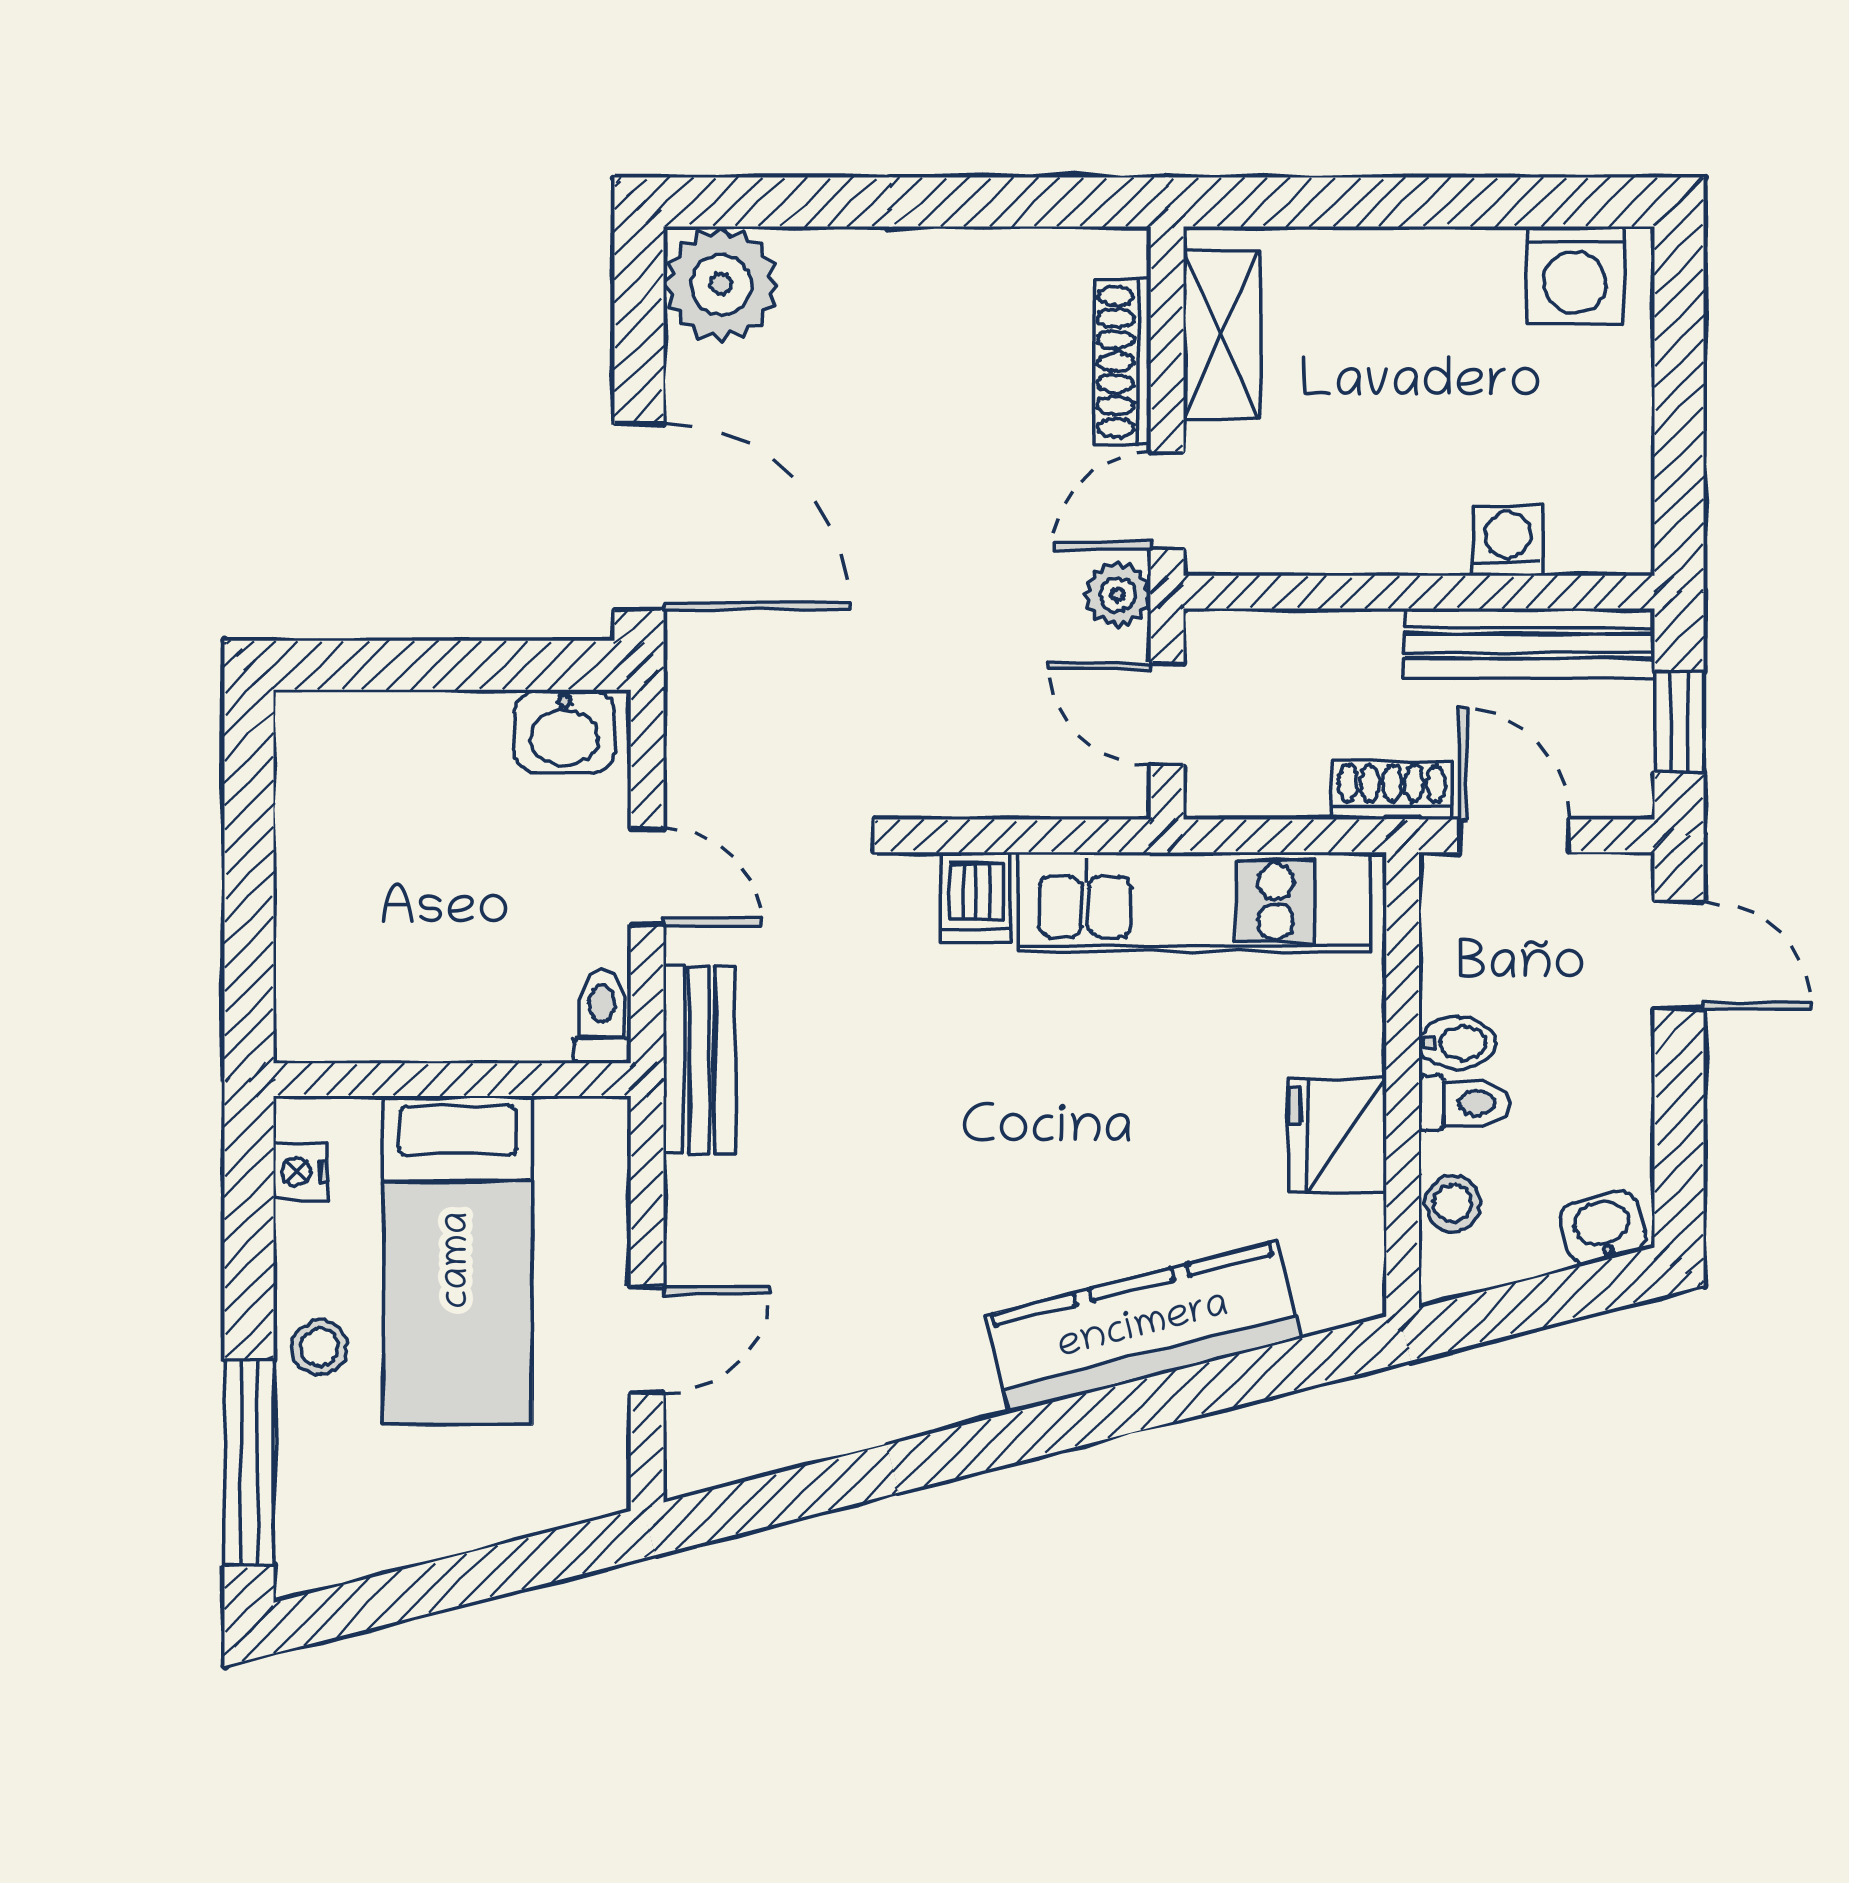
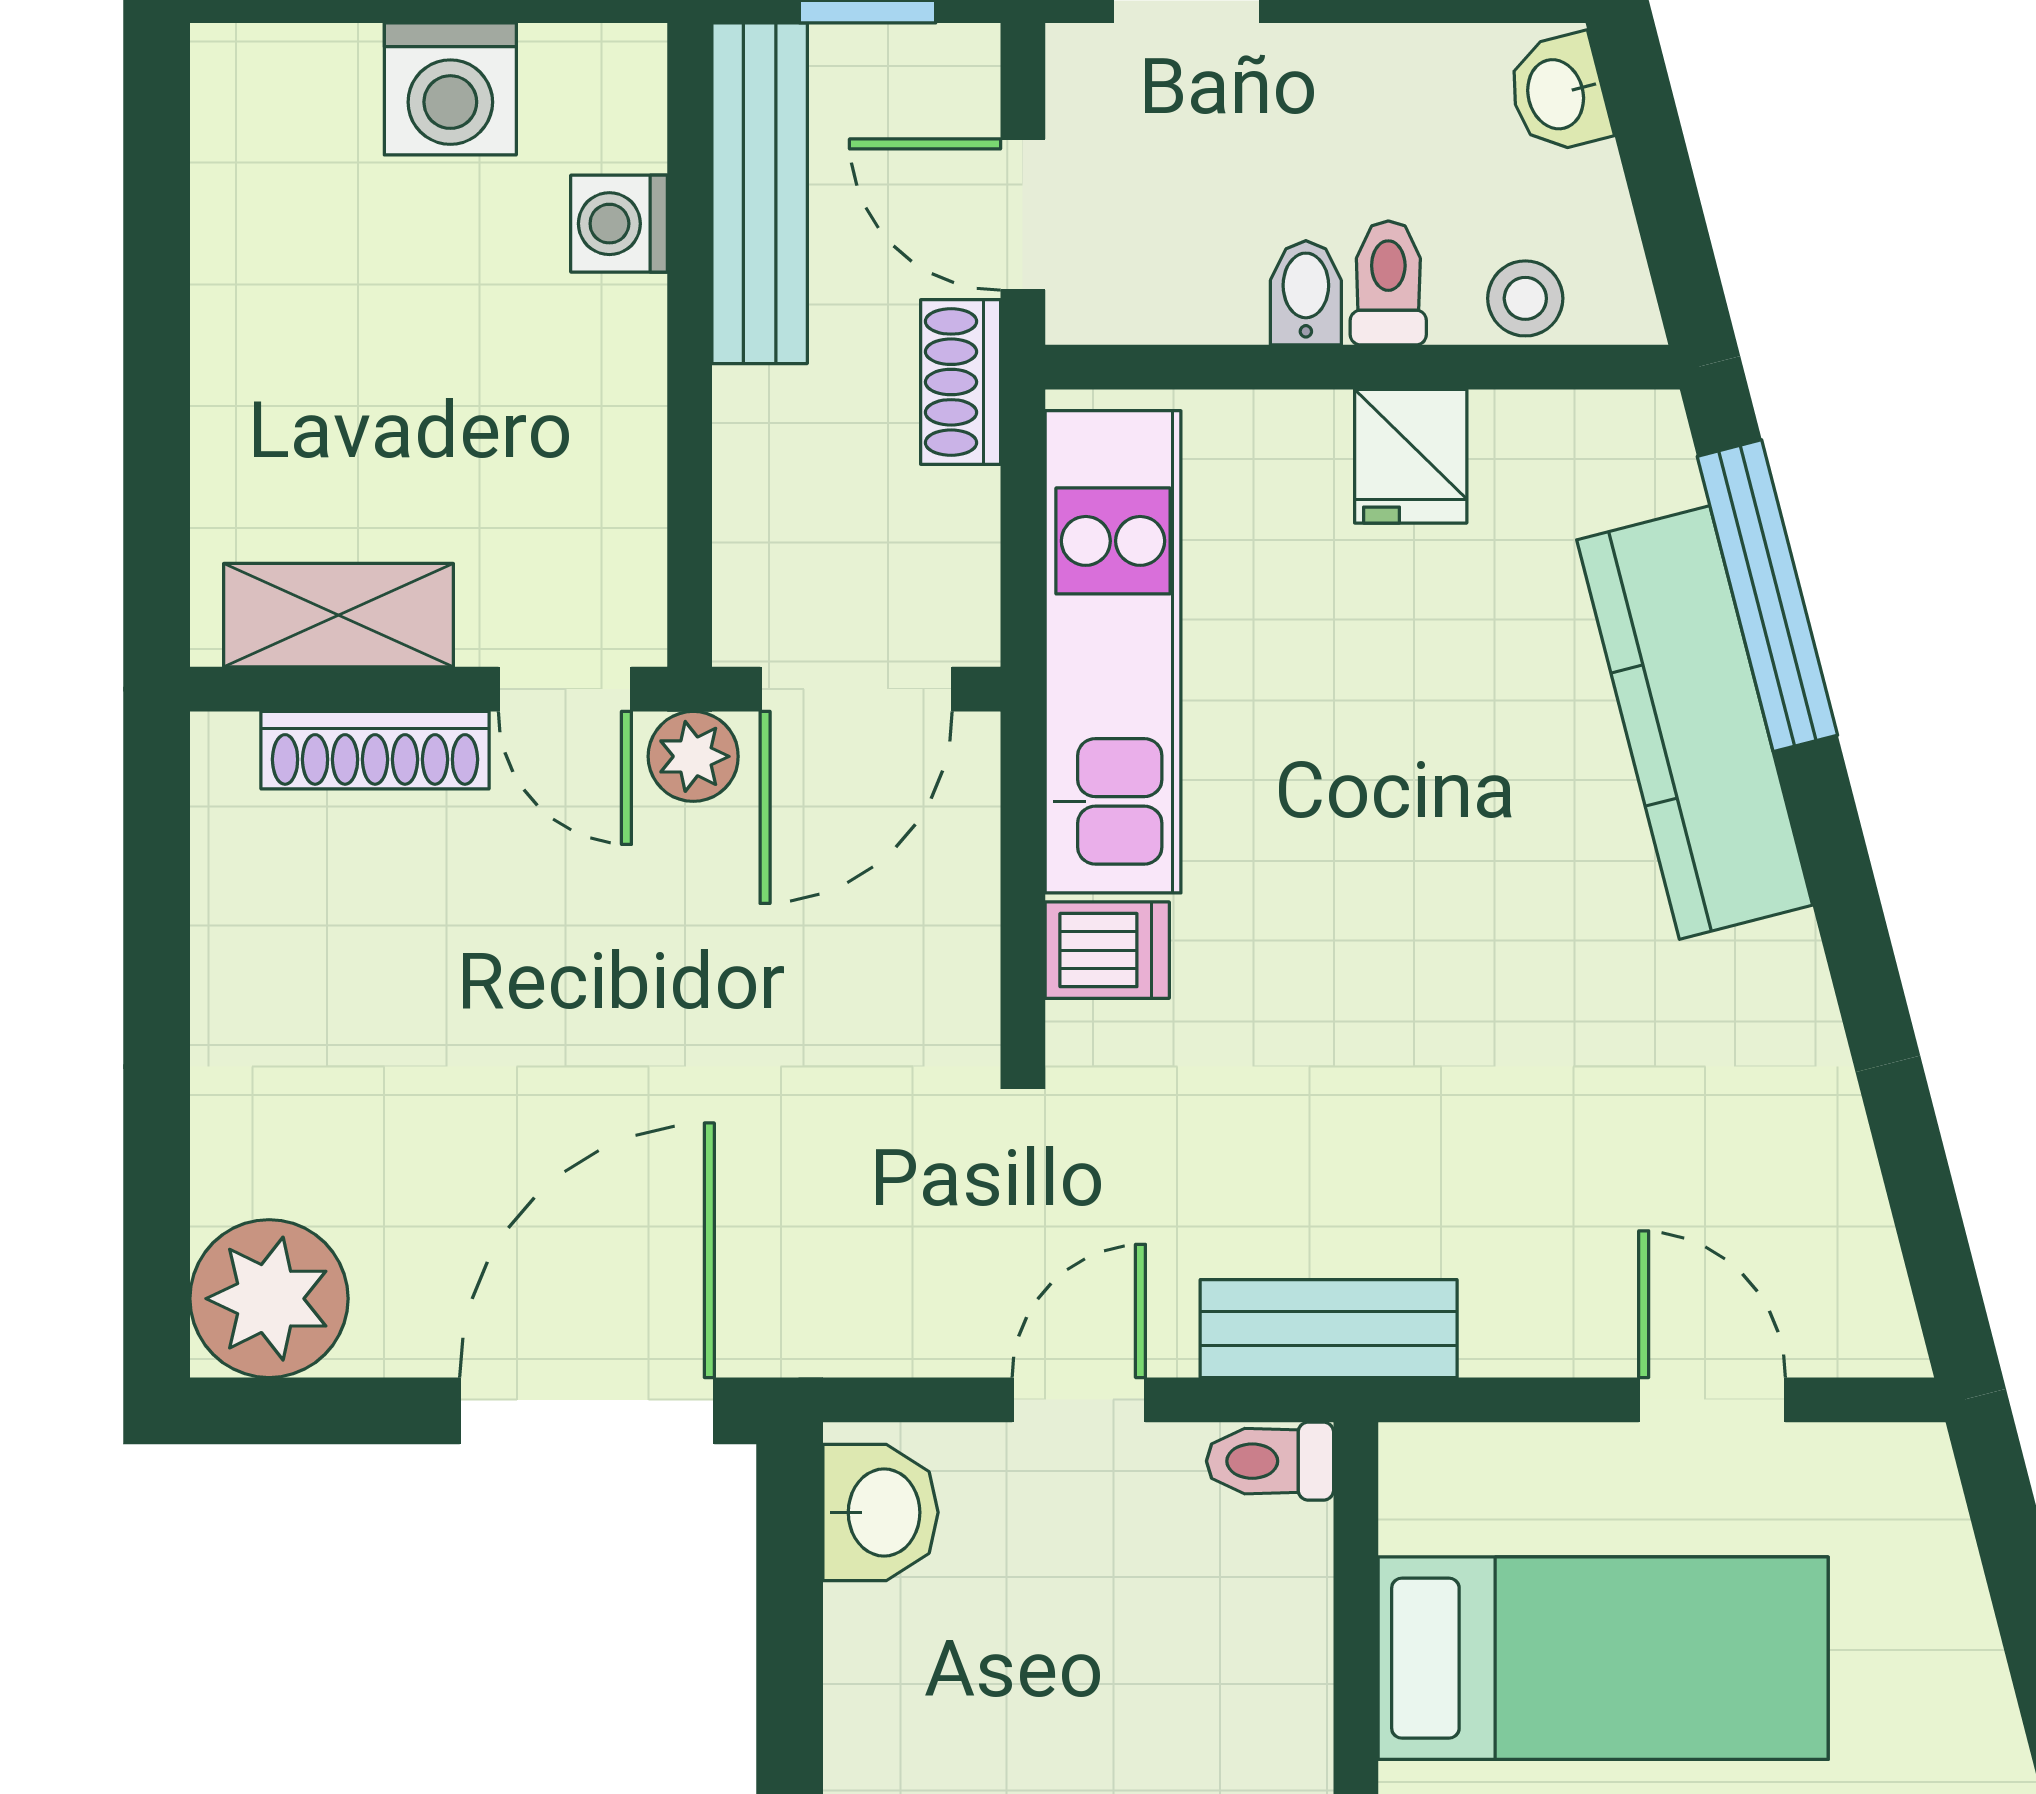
washing machine: (1575, 275) -> (450, 89), moved, turned 90
door: (1167, 714) -> (856, 689), width x1.38
door: (1514, 836) -> (1023, 215), hinge flipped
fridge: (1337, 1135) -> (1411, 456), width x0.72
window: (1235, 1381) -> (1767, 596), added

